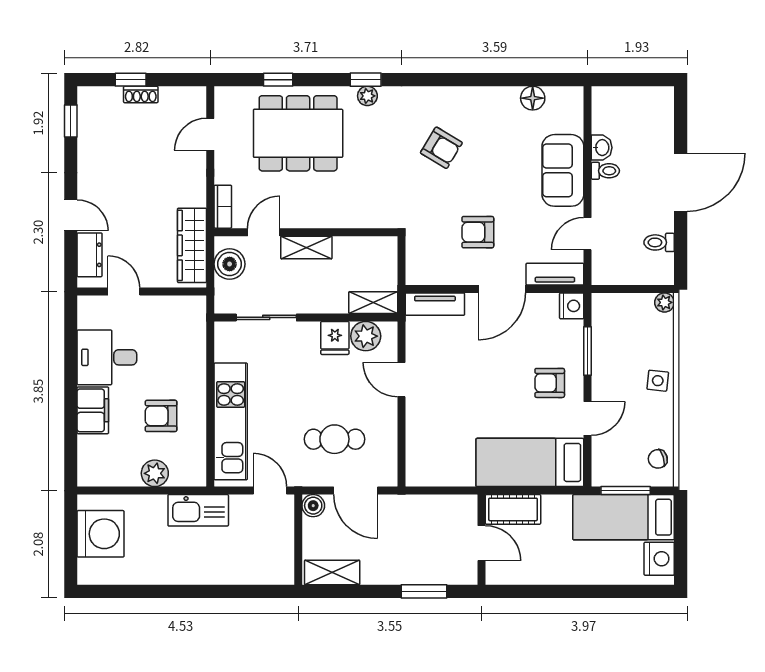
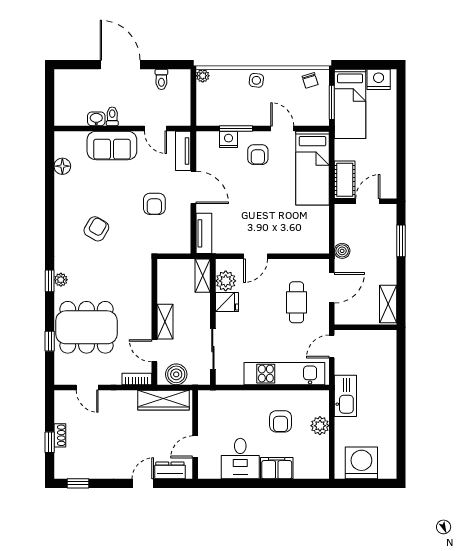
dining table: (298, 133) -> (86, 327), turned 90
nightstand: (572, 306) -> (229, 139), moved
boiler: (313, 506) -> (342, 251), moved

